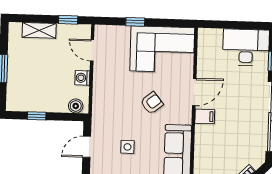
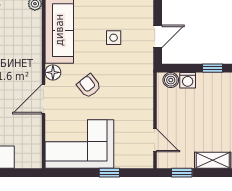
washing machine: (82, 78) -> (188, 80), moved, turned 90
armchair: (152, 103) -> (89, 86), turned 91
floor lamp: (185, 116) -> (53, 72), added
filing cabinet: (205, 116) -> (31, 73), removed

